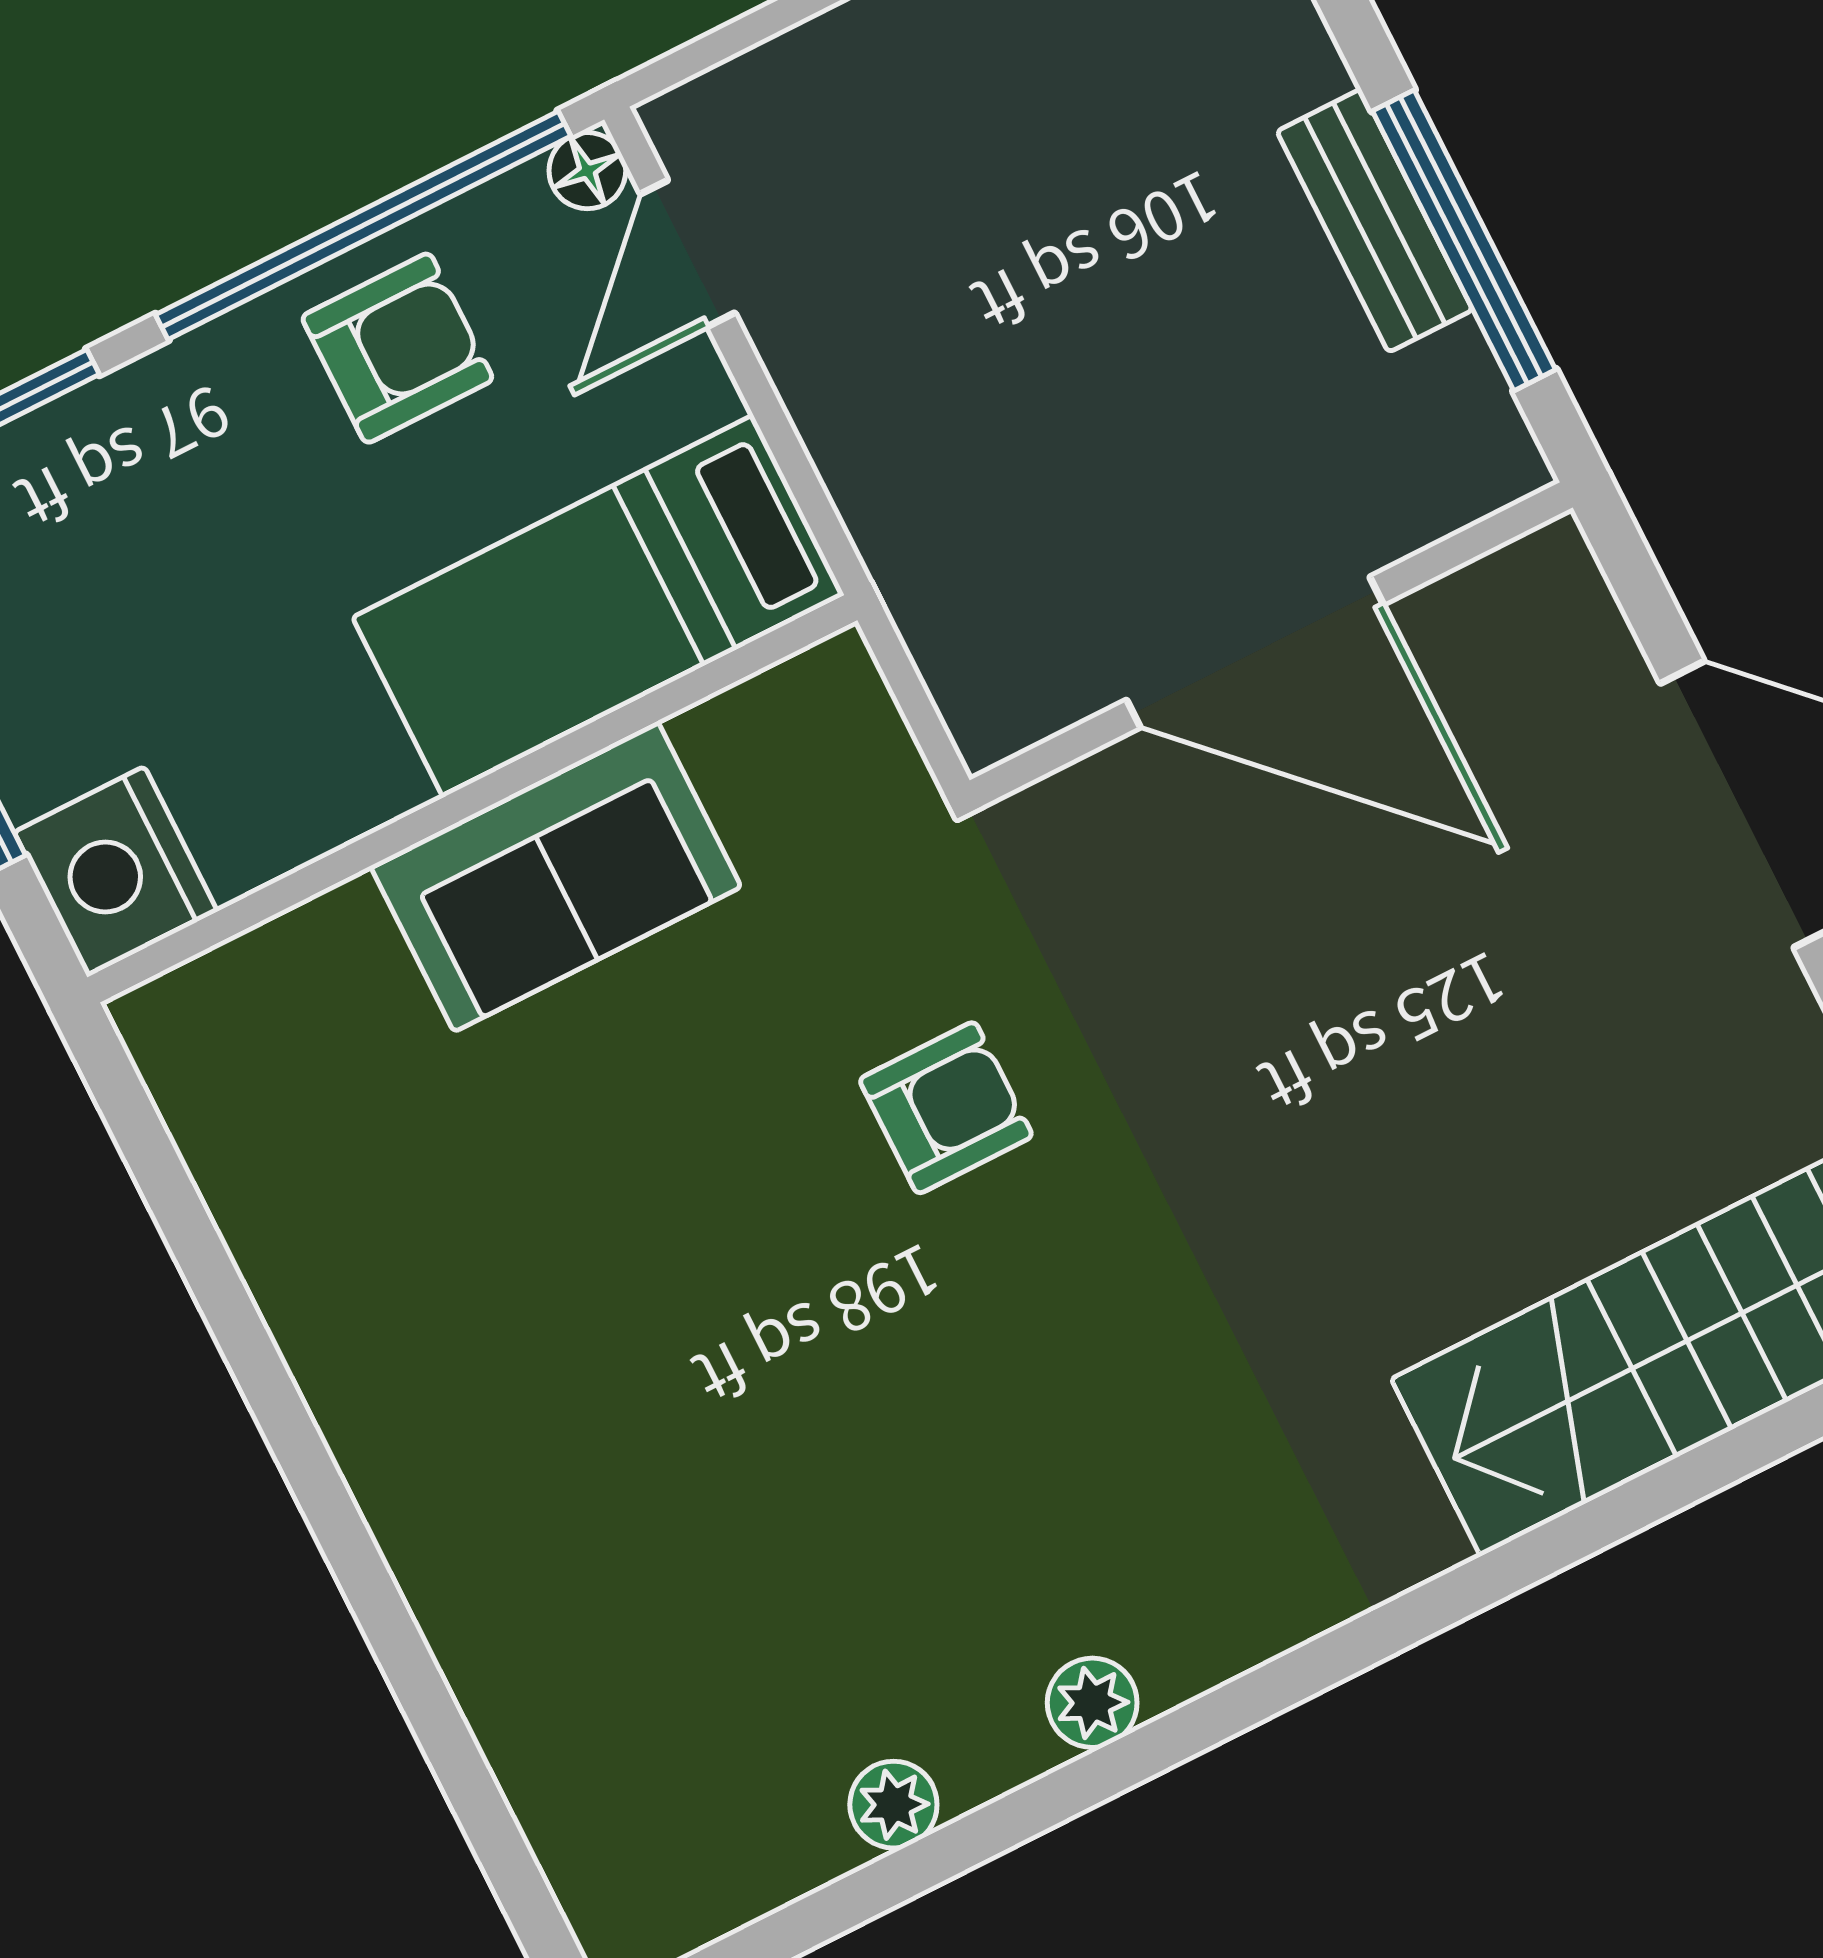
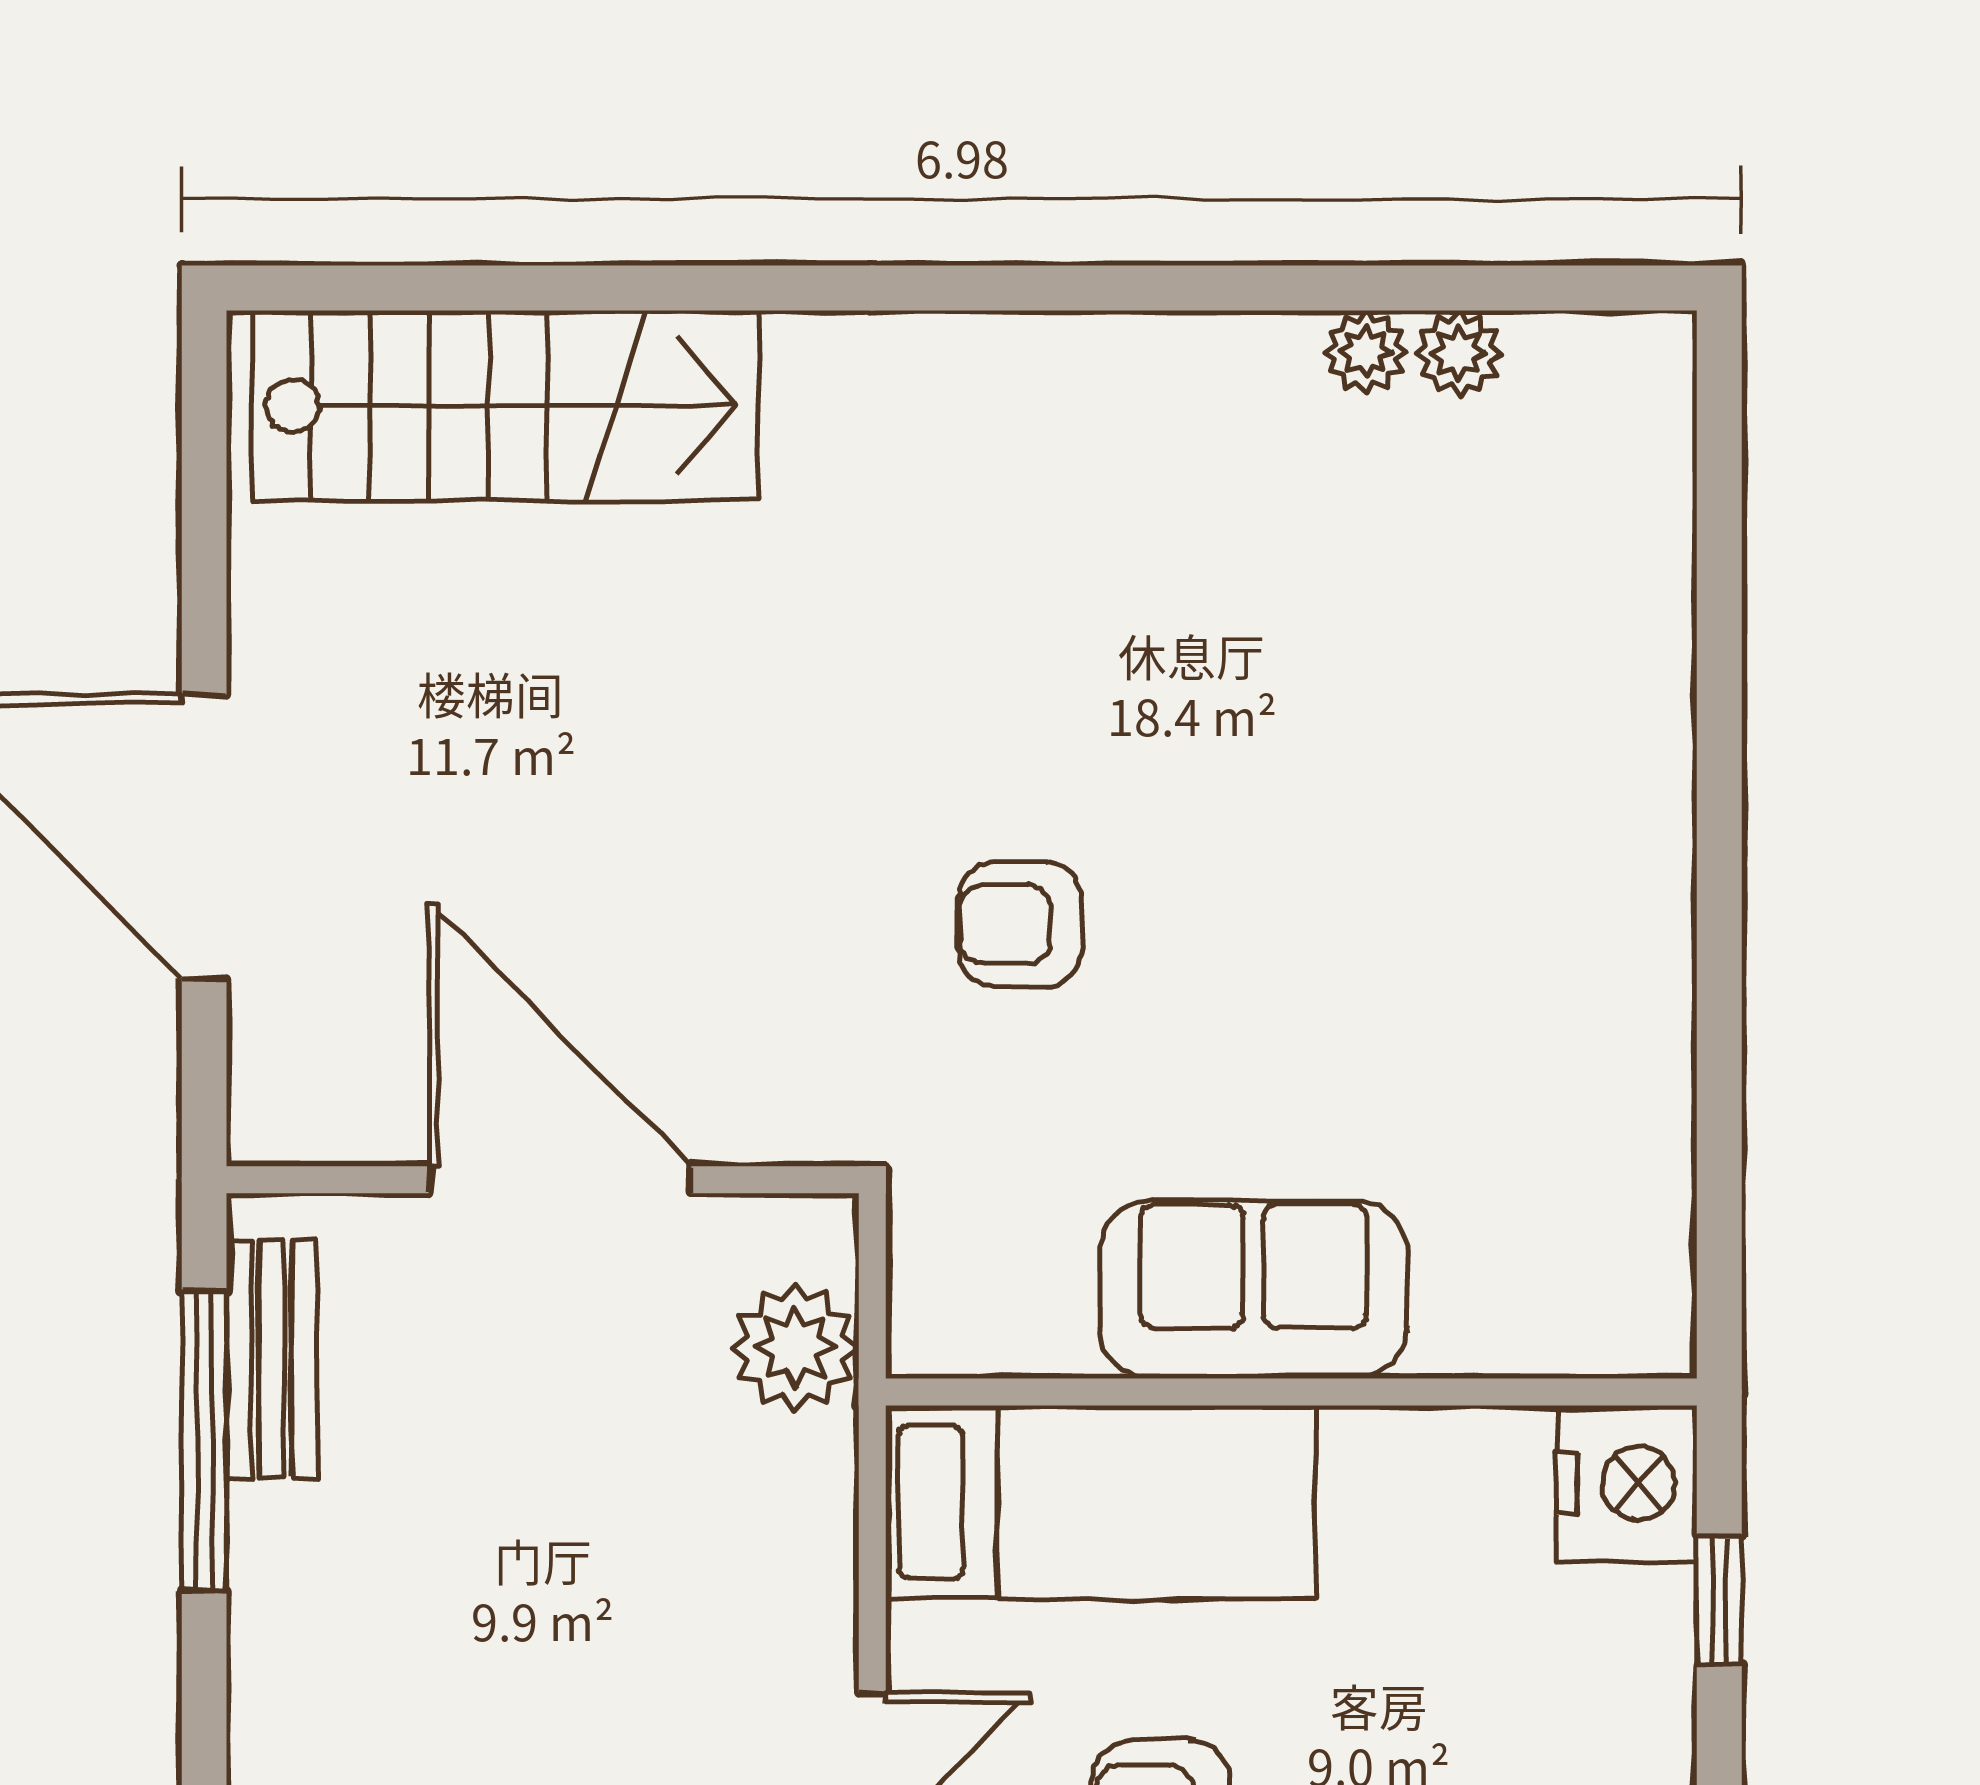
bench: (1375, 221) -> (272, 1359), moved
plant: (957, 606) -> (795, 1347), added
plant: (1092, 1703) -> (1459, 353), moved

